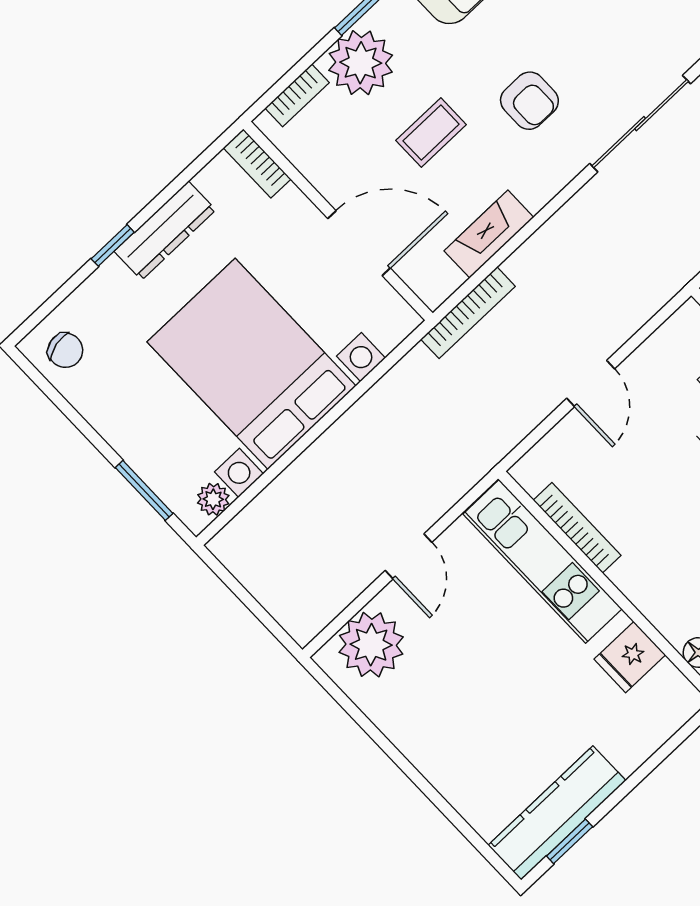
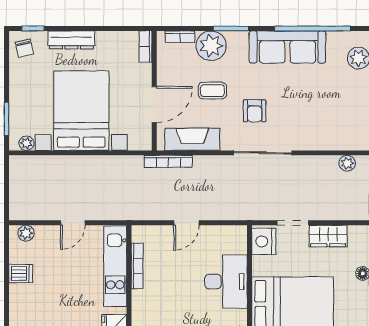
sliding door: (640, 124) -> (263, 153), moved
dresser: (165, 231) -> (71, 40), moved
fireplace: (489, 234) -> (192, 139), width x1.37, depth x1.32
door: (359, 243) -> (154, 105), hinge flipped
window: (113, 245) -> (33, 28), moved
plant: (371, 645) -> (26, 233), width x0.53, depth x0.53
dishwasher: (402, 717) -> (21, 273), added

